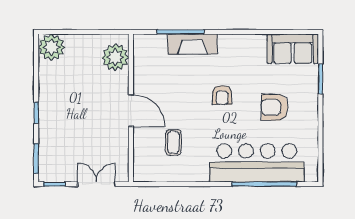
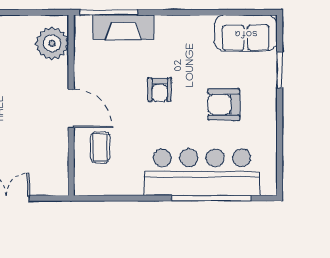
plant: (115, 57) -> (52, 43), moved
wall: (131, 108) -> (71, 105), moved
door: (131, 110) -> (71, 108), moved

